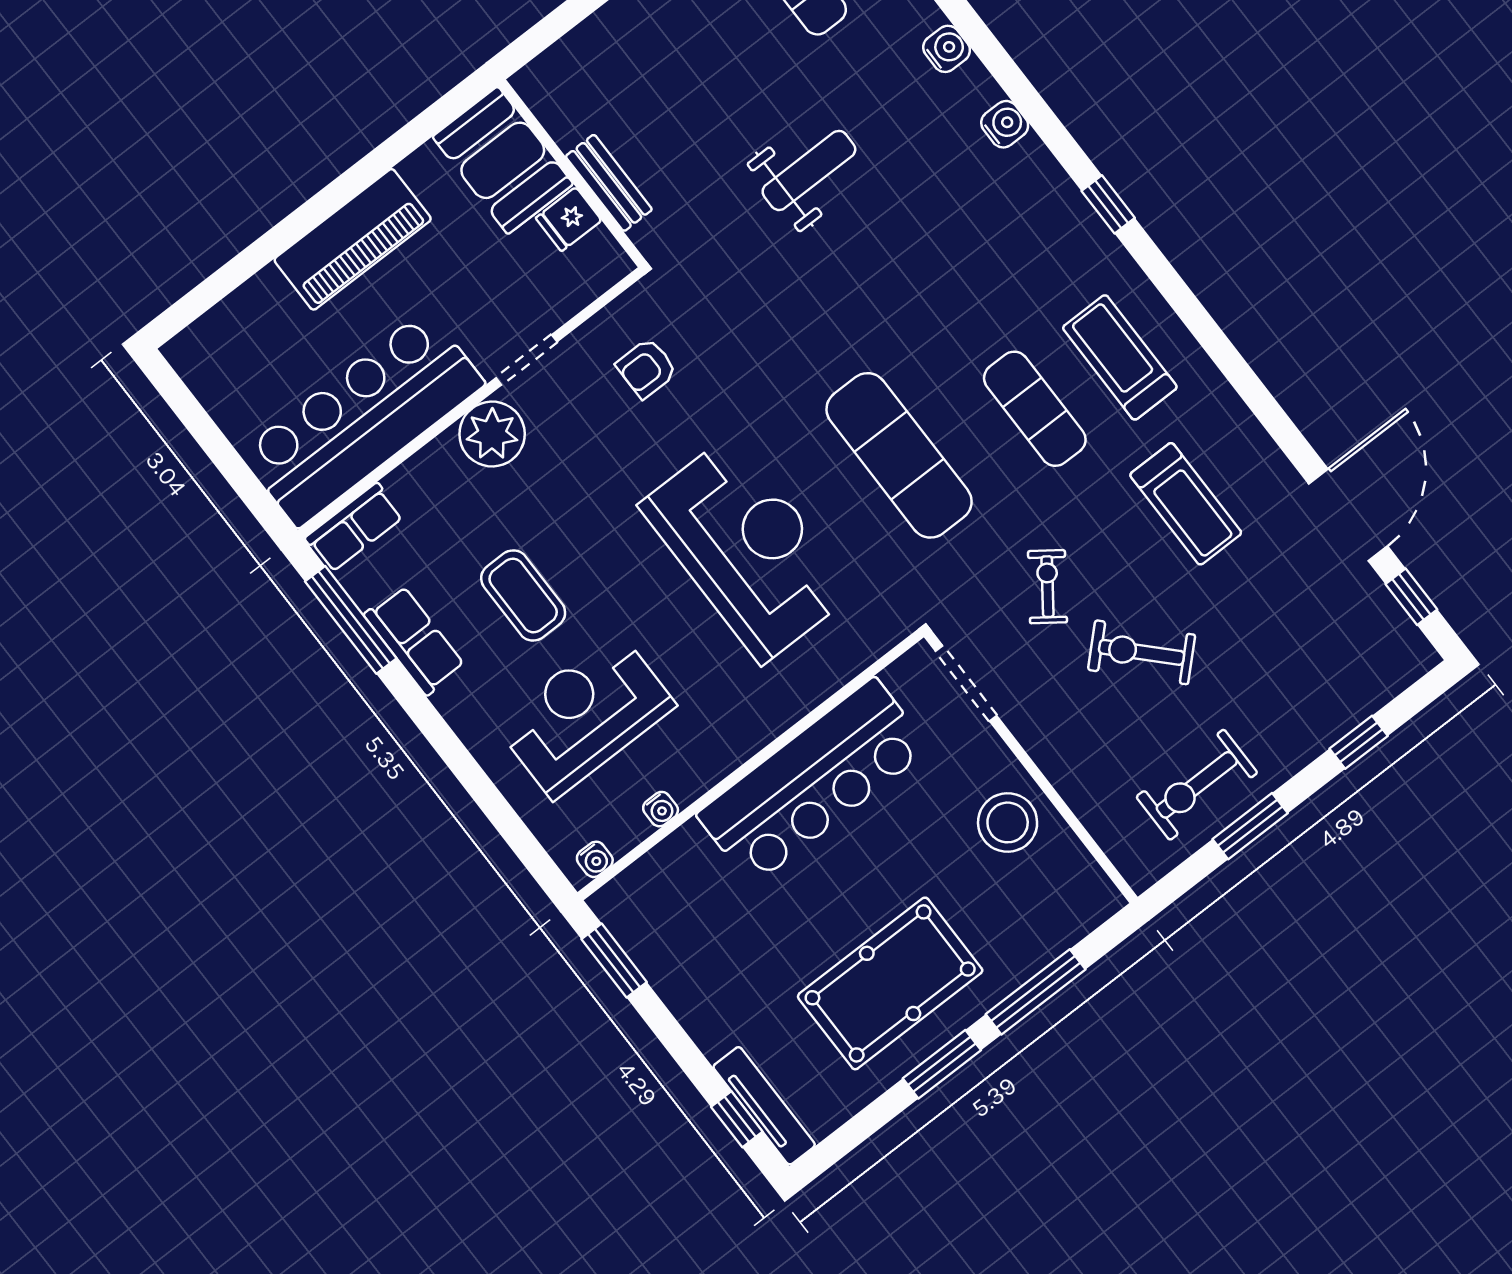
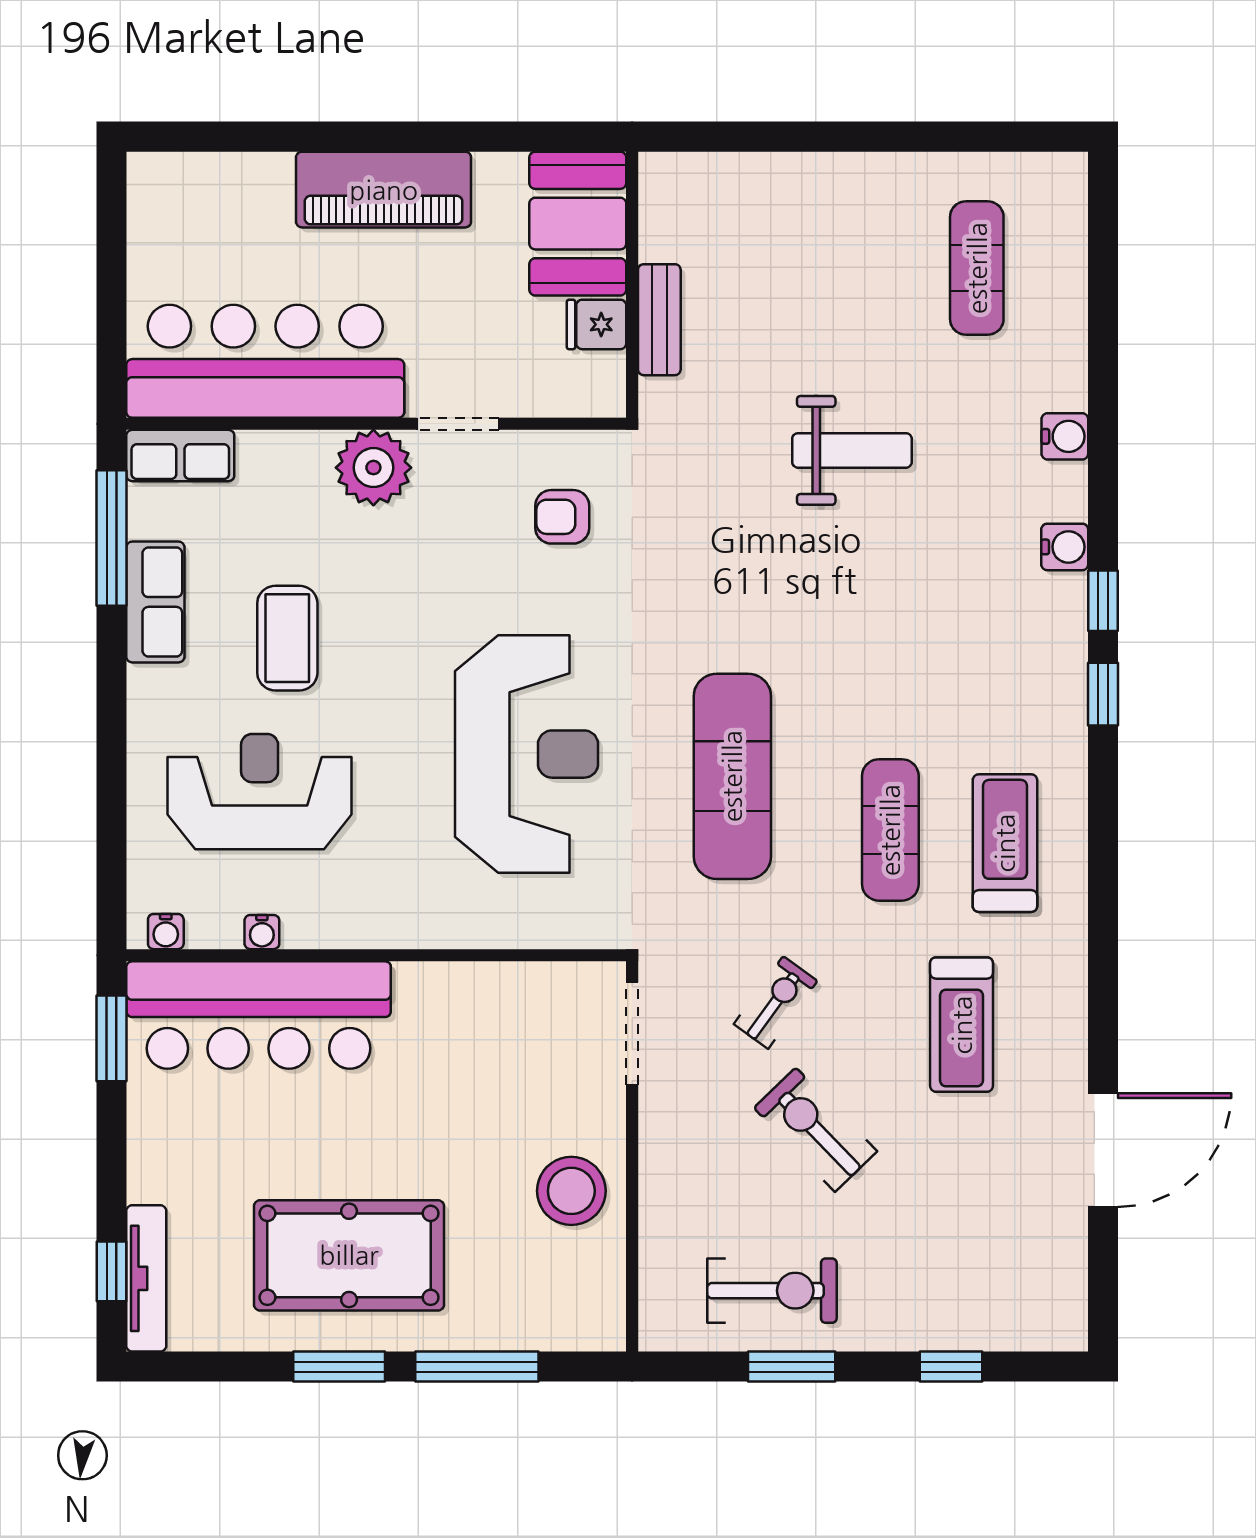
window: (1411, 597) -> (1103, 601), moved
bar counter: (813, 782) -> (259, 1015), moved
exercise bike: (1197, 785) -> (772, 1291), turned 180

